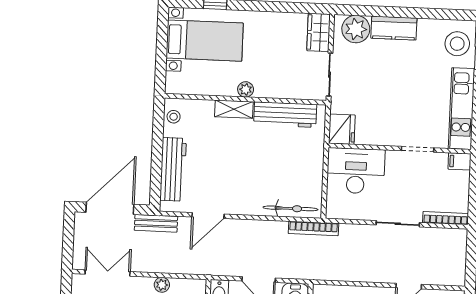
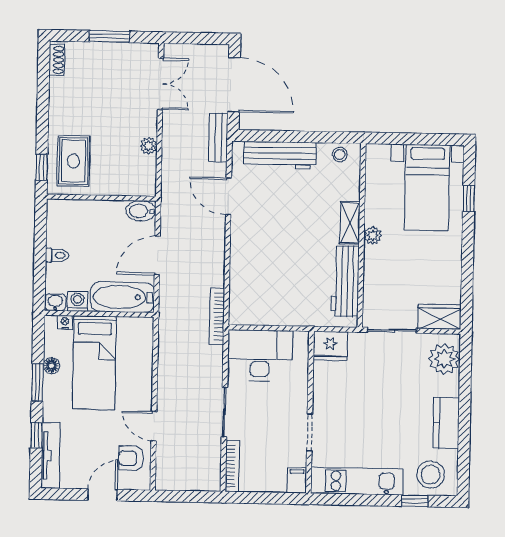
kitchen counter: (394, 28) -> (446, 423), moved
desk: (356, 171) -> (260, 355), moved, turned -90
bicycle: (290, 208) -> (239, 290), removed

